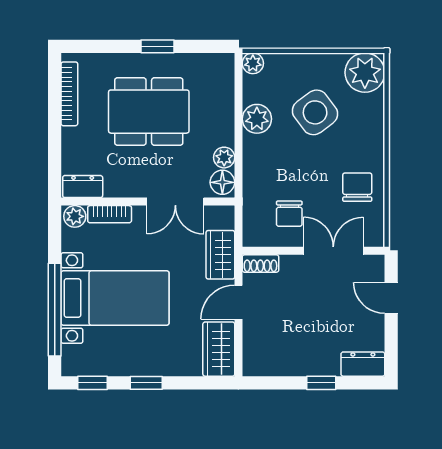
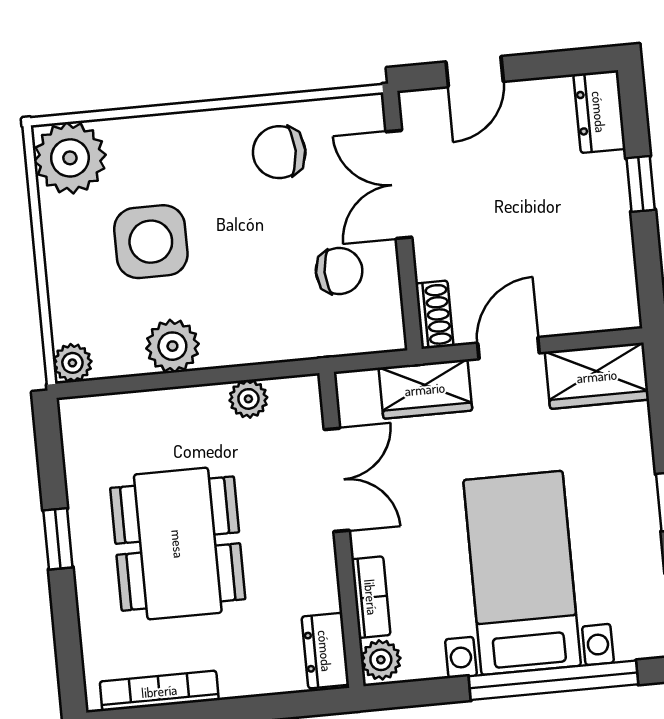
side table: (315, 112) -> (151, 242), turned 37
floor lamp: (222, 182) -> (294, 398), removed
door: (238, 302) -> (508, 348), swing flipped

